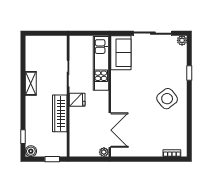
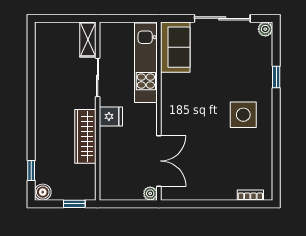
shelving: (31, 83) -> (88, 39), moved
side table: (167, 99) -> (243, 115), turned 38

